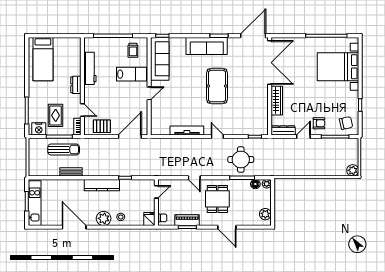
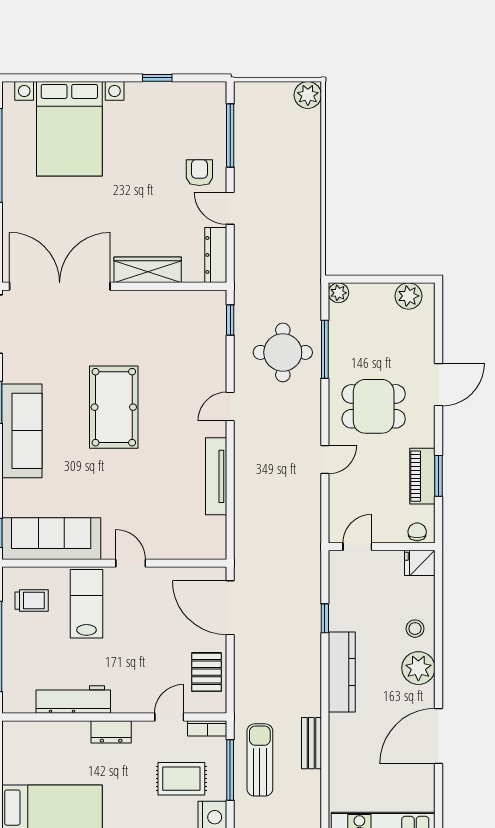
pool table: (217, 86) -> (114, 407), turned 90
chair: (346, 123) -> (199, 110), removed
floor lamp: (255, 184) -> (339, 319), removed
door: (156, 192) -> (357, 547), hinge flipped

